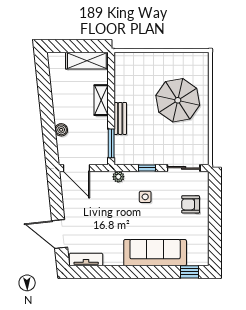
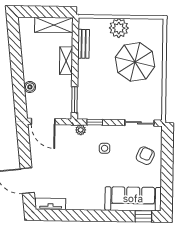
plant: (159, 63) -> (119, 28), added
bench: (120, 118) -> (84, 44), moved
window: (147, 168) -> (95, 122), moved
armchair: (191, 204) -> (145, 156), turned 114
sofa: (155, 253) -> (133, 199), moved

